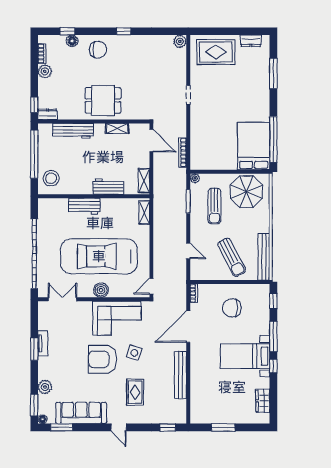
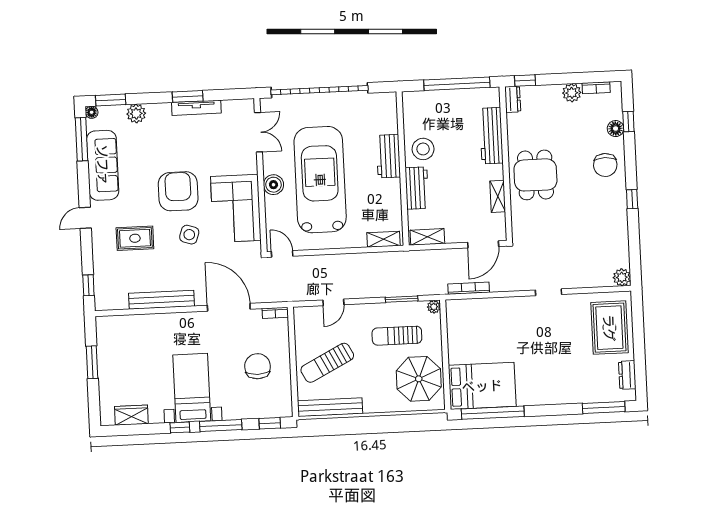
window: (273, 73) -> (604, 407), moved
stool: (51, 178) -> (423, 149), moved
tv unit: (43, 343) -> (196, 108), width x1.41
window: (62, 427) -> (82, 139), width x1.44

